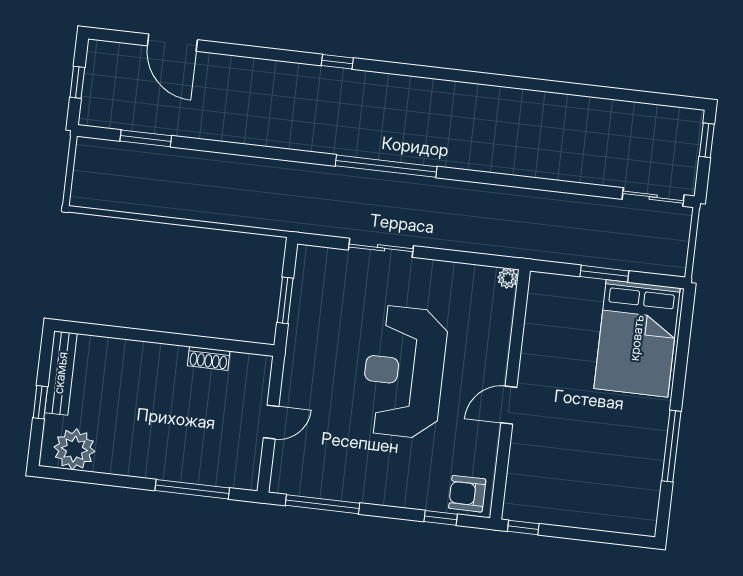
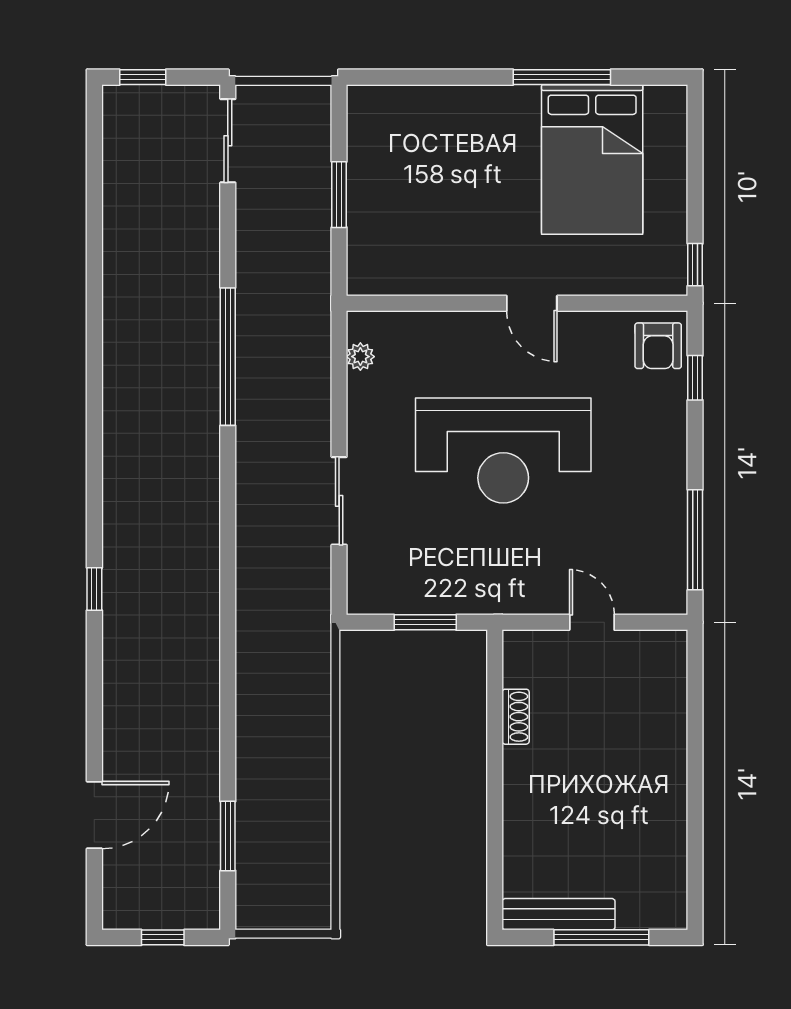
window: (386, 166) -> (228, 357), moved
plant: (508, 278) -> (360, 357), moved
bed: (637, 338) -> (592, 159), moved, turned 90
window: (40, 402) -> (601, 937), width x2.17
plant: (74, 449) -> (659, 884), removed
window: (192, 489) -> (695, 718), removed

